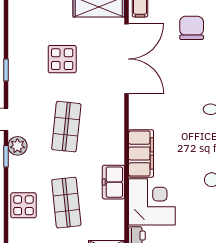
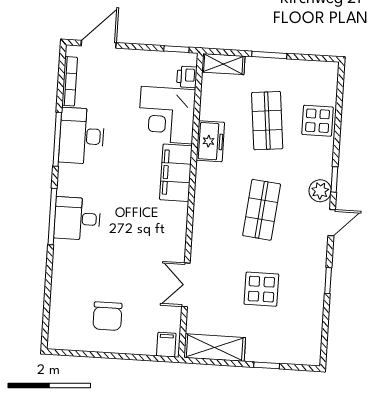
double door: (127, 59) -> (186, 285), width x0.54

